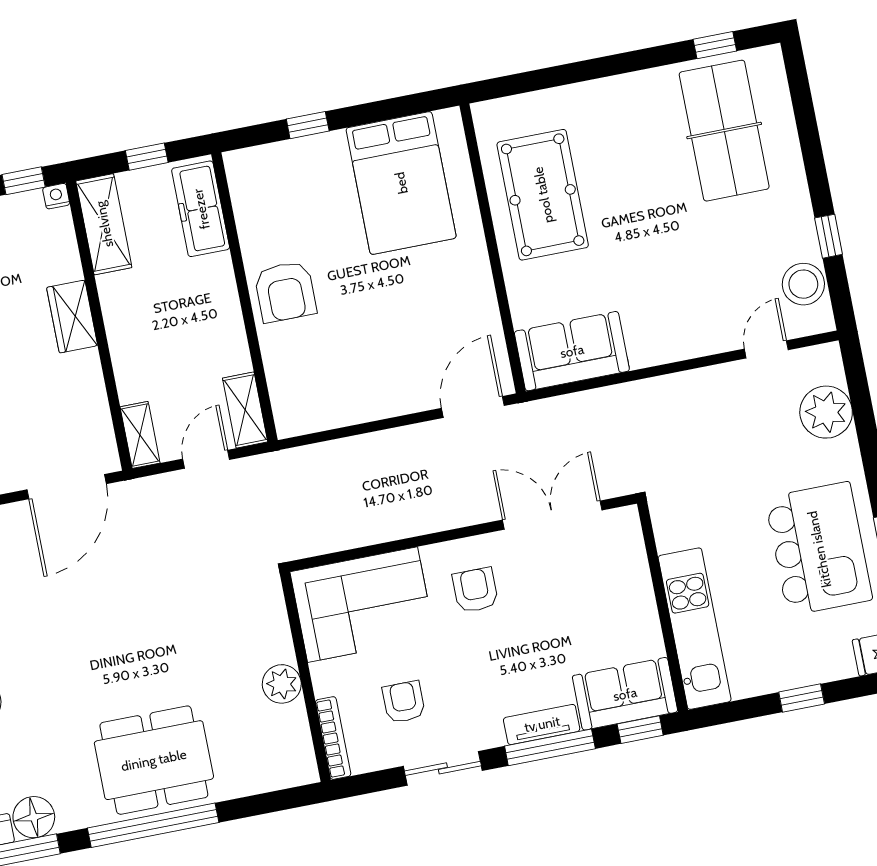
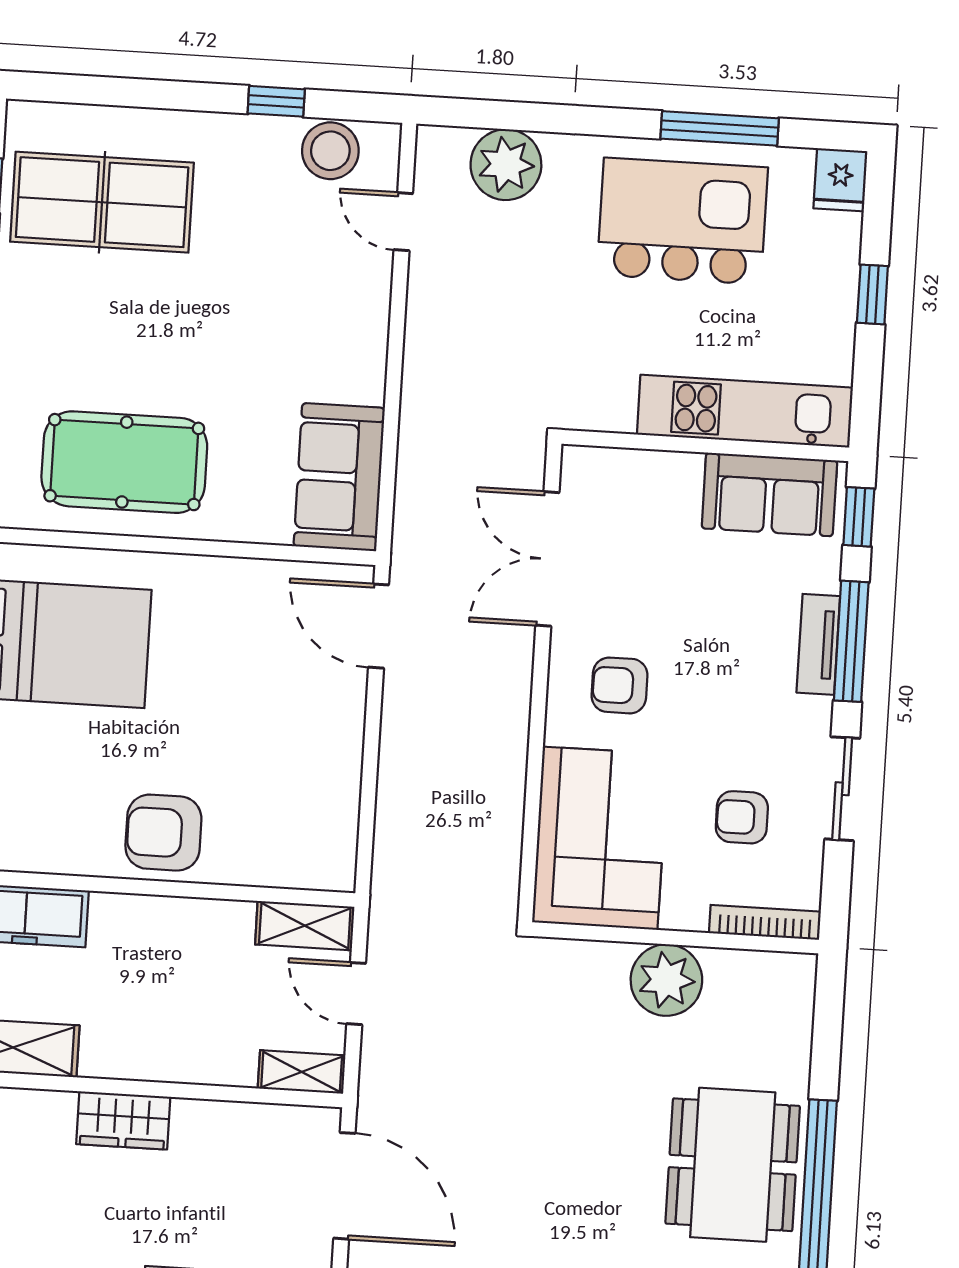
armchair: (285, 292) -> (163, 833), turned 180
plant: (282, 684) -> (666, 980), width x1.36, depth x1.36
sofa: (625, 694) -> (769, 494), moved, turned -90

